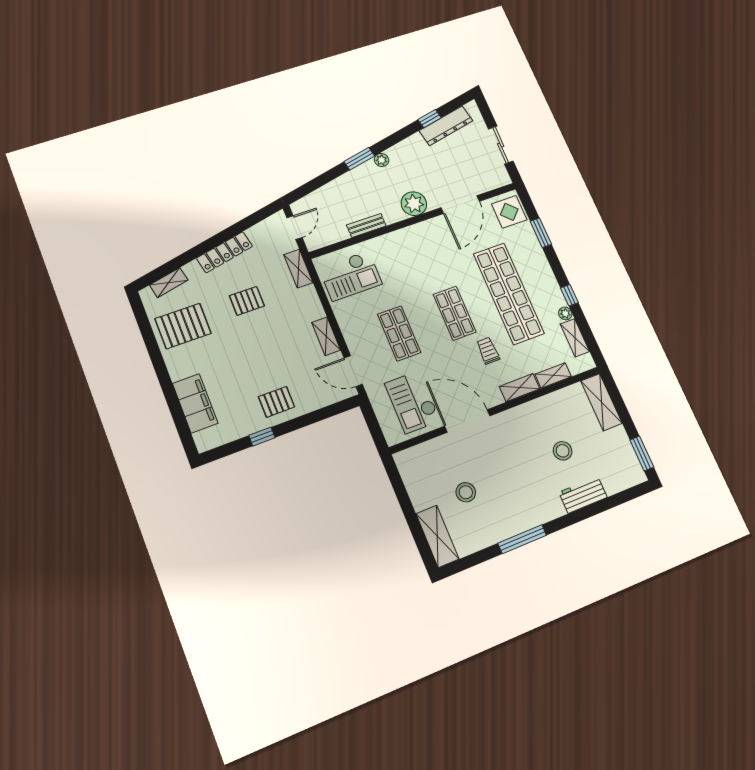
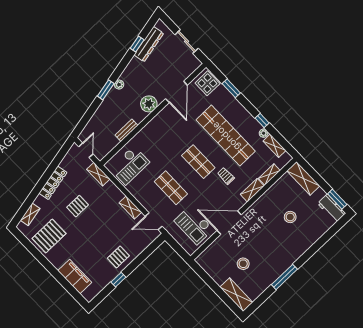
workbench: (583, 495) -> (332, 208), moved, turned -90

